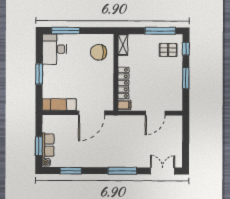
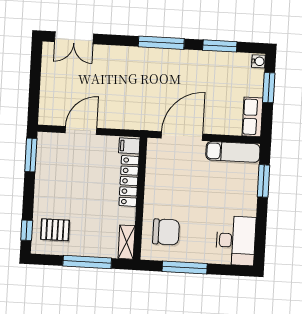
window: (66, 31) -> (185, 267), moved
window: (160, 31) -> (87, 262), moved
window: (39, 74) -> (264, 181), moved
window: (186, 78) -> (31, 155), moved
row of seats: (48, 145) -> (252, 117), moved
window: (122, 171) -> (161, 43), moved

